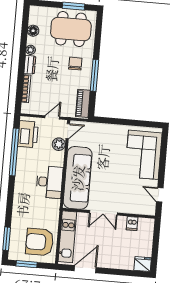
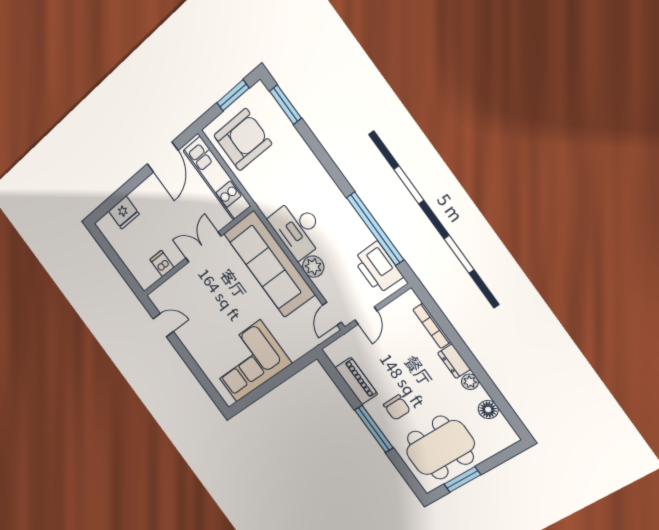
window: (94, 75) -> (374, 429), moved
piano: (83, 103) -> (356, 381), moved
plant: (59, 144) -> (313, 267), moved
corner sofa: (143, 155) -> (248, 361), moved, turned -90
fridge: (143, 264) -> (124, 213), moved

